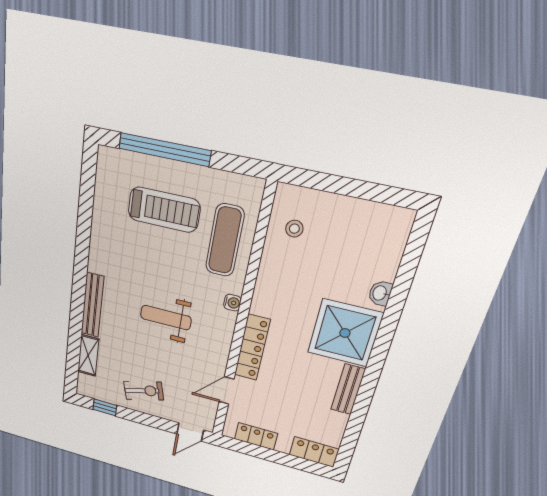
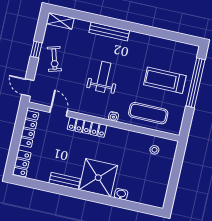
treadmill: (164, 210) -> (165, 80), turned 90
shelving: (88, 355) -> (60, 21), moved
window: (105, 407) -> (36, 50), moved
locker: (256, 436) -> (29, 129), width x1.53

